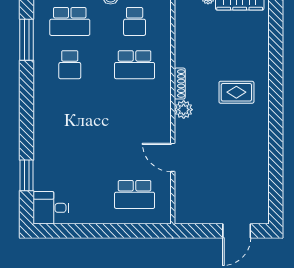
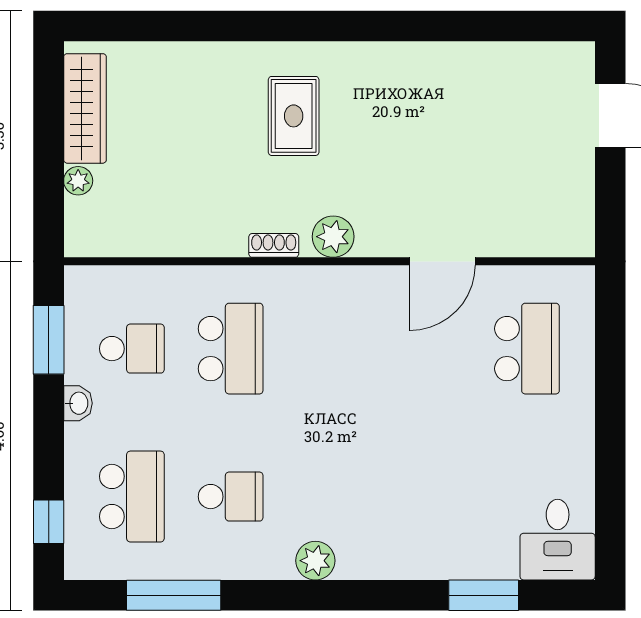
shoe rack: (180, 84) -> (274, 245), width x0.70
plant: (42, 102) -> (315, 561), added

